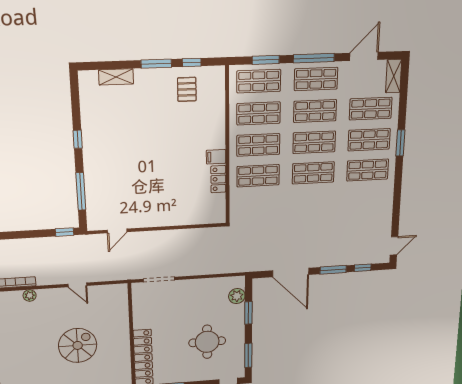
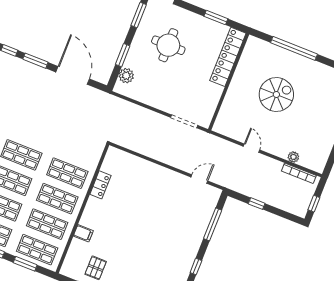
filing cabinet: (216, 157) -> (83, 233), moved
window: (65, 232) -> (257, 204), moved
spiral stairs: (78, 345) -> (276, 94), turned 180

